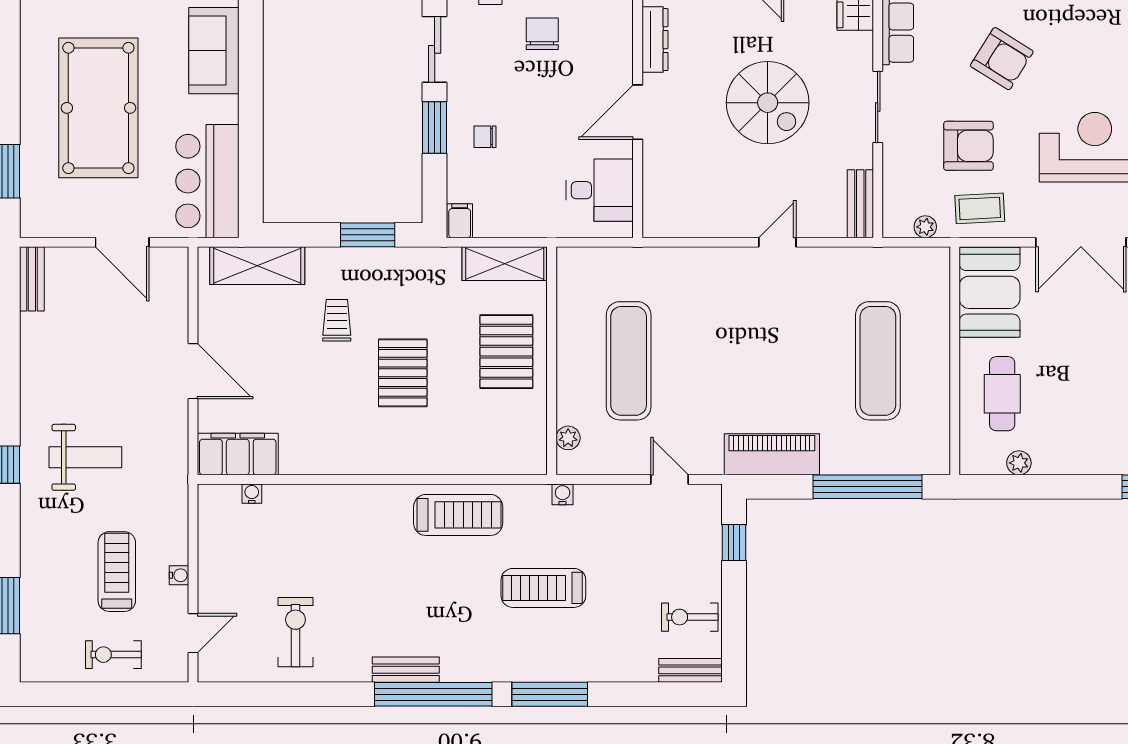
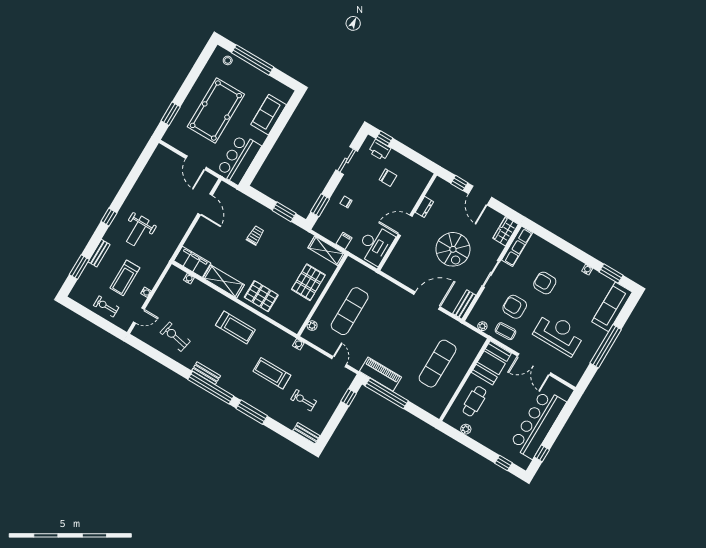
chair: (542, 34) -> (388, 178), turned 90
dresser: (655, 40) -> (424, 207), width x0.70
armchair: (1002, 59) -> (545, 283), turned 148
window: (435, 128) -> (320, 205), moved
armchair: (968, 146) -> (515, 307), turned 180
desk: (600, 190) -> (375, 245), width x1.37
filing cabinet: (460, 221) -> (344, 241), moved
door: (777, 242) -> (427, 301), width x1.87
shelving: (257, 266) -> (224, 281), moved
bench: (32, 279) -> (99, 253), moved
door: (193, 371) -> (205, 204), moved
pallet: (403, 373) -> (261, 296), moved, turned 90
weight bench: (85, 457) -> (138, 231), turned 90
window: (867, 487) -> (387, 393), moved
treadmill: (458, 515) -> (235, 327), moved
treadmill: (117, 572) -> (125, 278), turned 180
exercise bike: (690, 617) -> (304, 400), moved
exercise bike: (295, 632) -> (175, 337), turned -78

